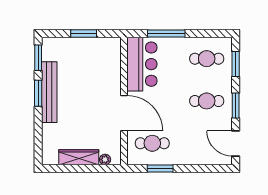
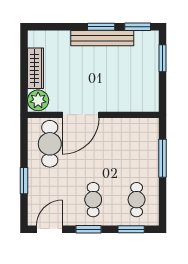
window: (84, 33) -> (162, 58), moved
bar counter: (142, 64) -> (131, 133), removed
cafe table: (152, 143) -> (50, 144), width x1.37, depth x1.35
plant: (105, 159) -> (38, 100), width x1.87, depth x1.87
window: (160, 168) -> (24, 181), moved

